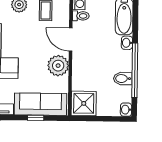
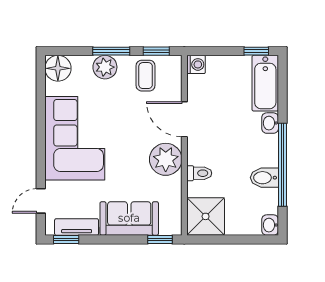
toilet: (81, 16) -> (199, 173), moved
sofa: (41, 104) -> (129, 218), width x0.73
window: (36, 118) -> (160, 239), moved

